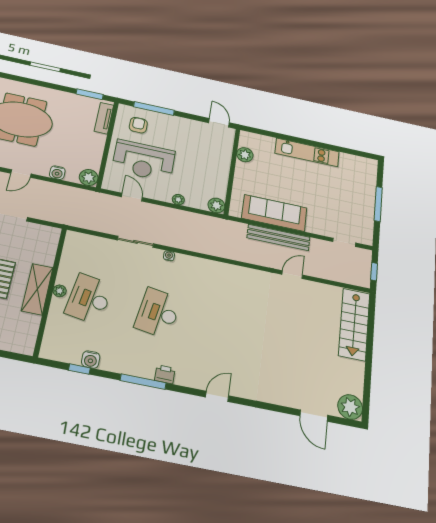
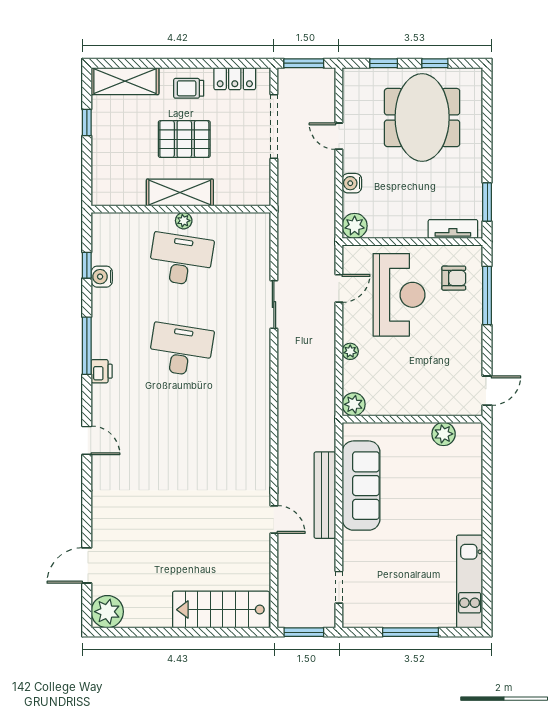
kitchen unit: (307, 152) -> (470, 581), moved
reception desk: (144, 161) -> (399, 295), turned 180
water cooler: (169, 256) -> (264, 351), removed
window: (374, 272) -> (304, 632), width x1.50

